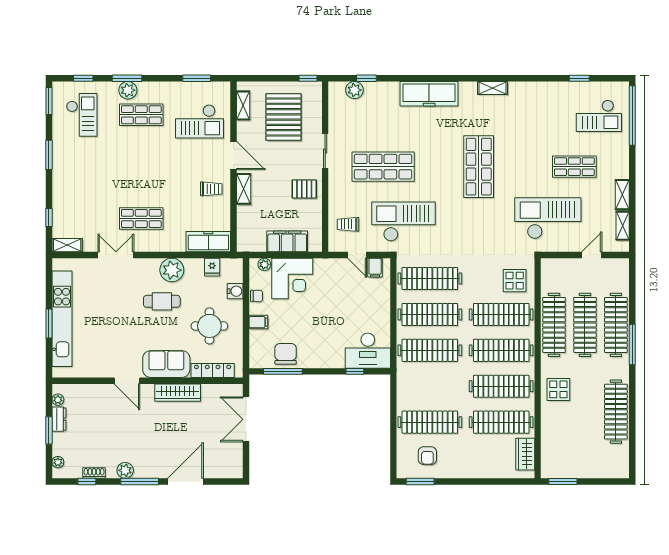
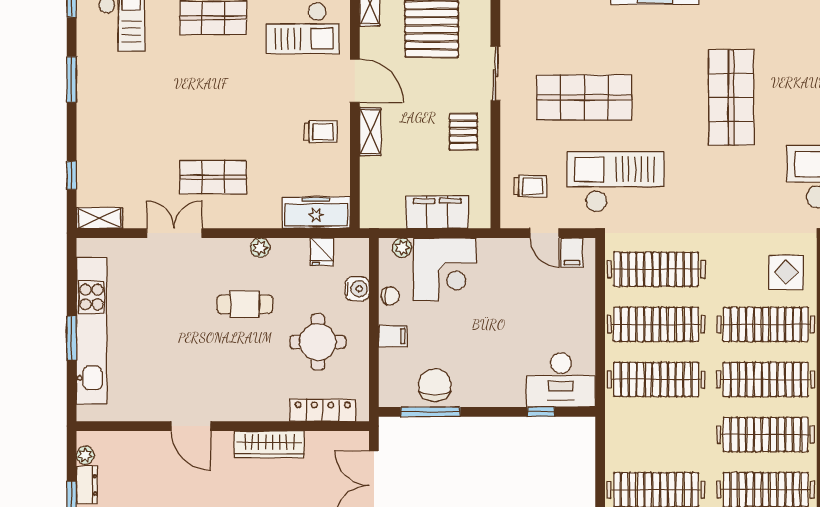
pallet: (304, 189) -> (463, 132), turned 90
trolley: (348, 224) -> (530, 186), turned 180
plant: (172, 270) -> (260, 248), width x0.53, depth x0.53
sofa: (166, 364) -> (252, 400), removed

